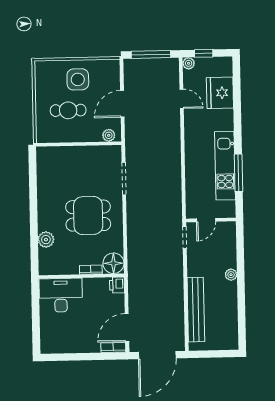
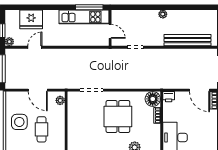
door: (206, 220) -> (110, 31), moved
wall: (211, 220) -> (110, 28), moved

